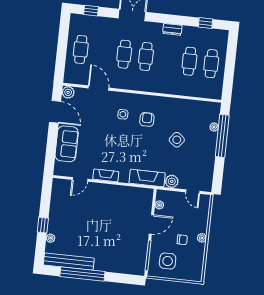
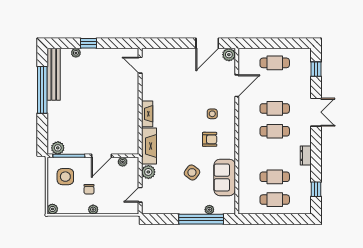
sofa: (67, 144) -> (225, 177), moved, turned 90
fireplace: (106, 175) -> (147, 114), moved
door: (80, 179) -> (140, 65), moved
door: (151, 224) -> (101, 156), hinge flipped
plant: (139, 265) -> (58, 148), added
plant: (197, 277) -> (52, 209), added

